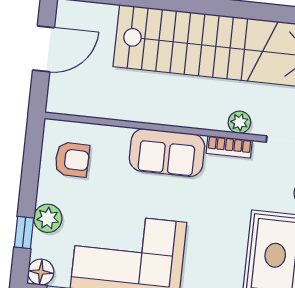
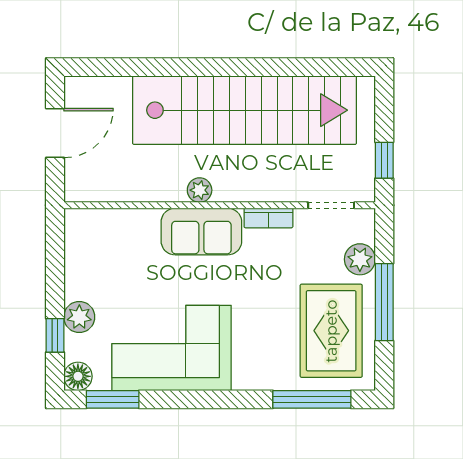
plant: (239, 122) -> (200, 190), moved
armchair: (72, 160) -> (99, 250), removed

